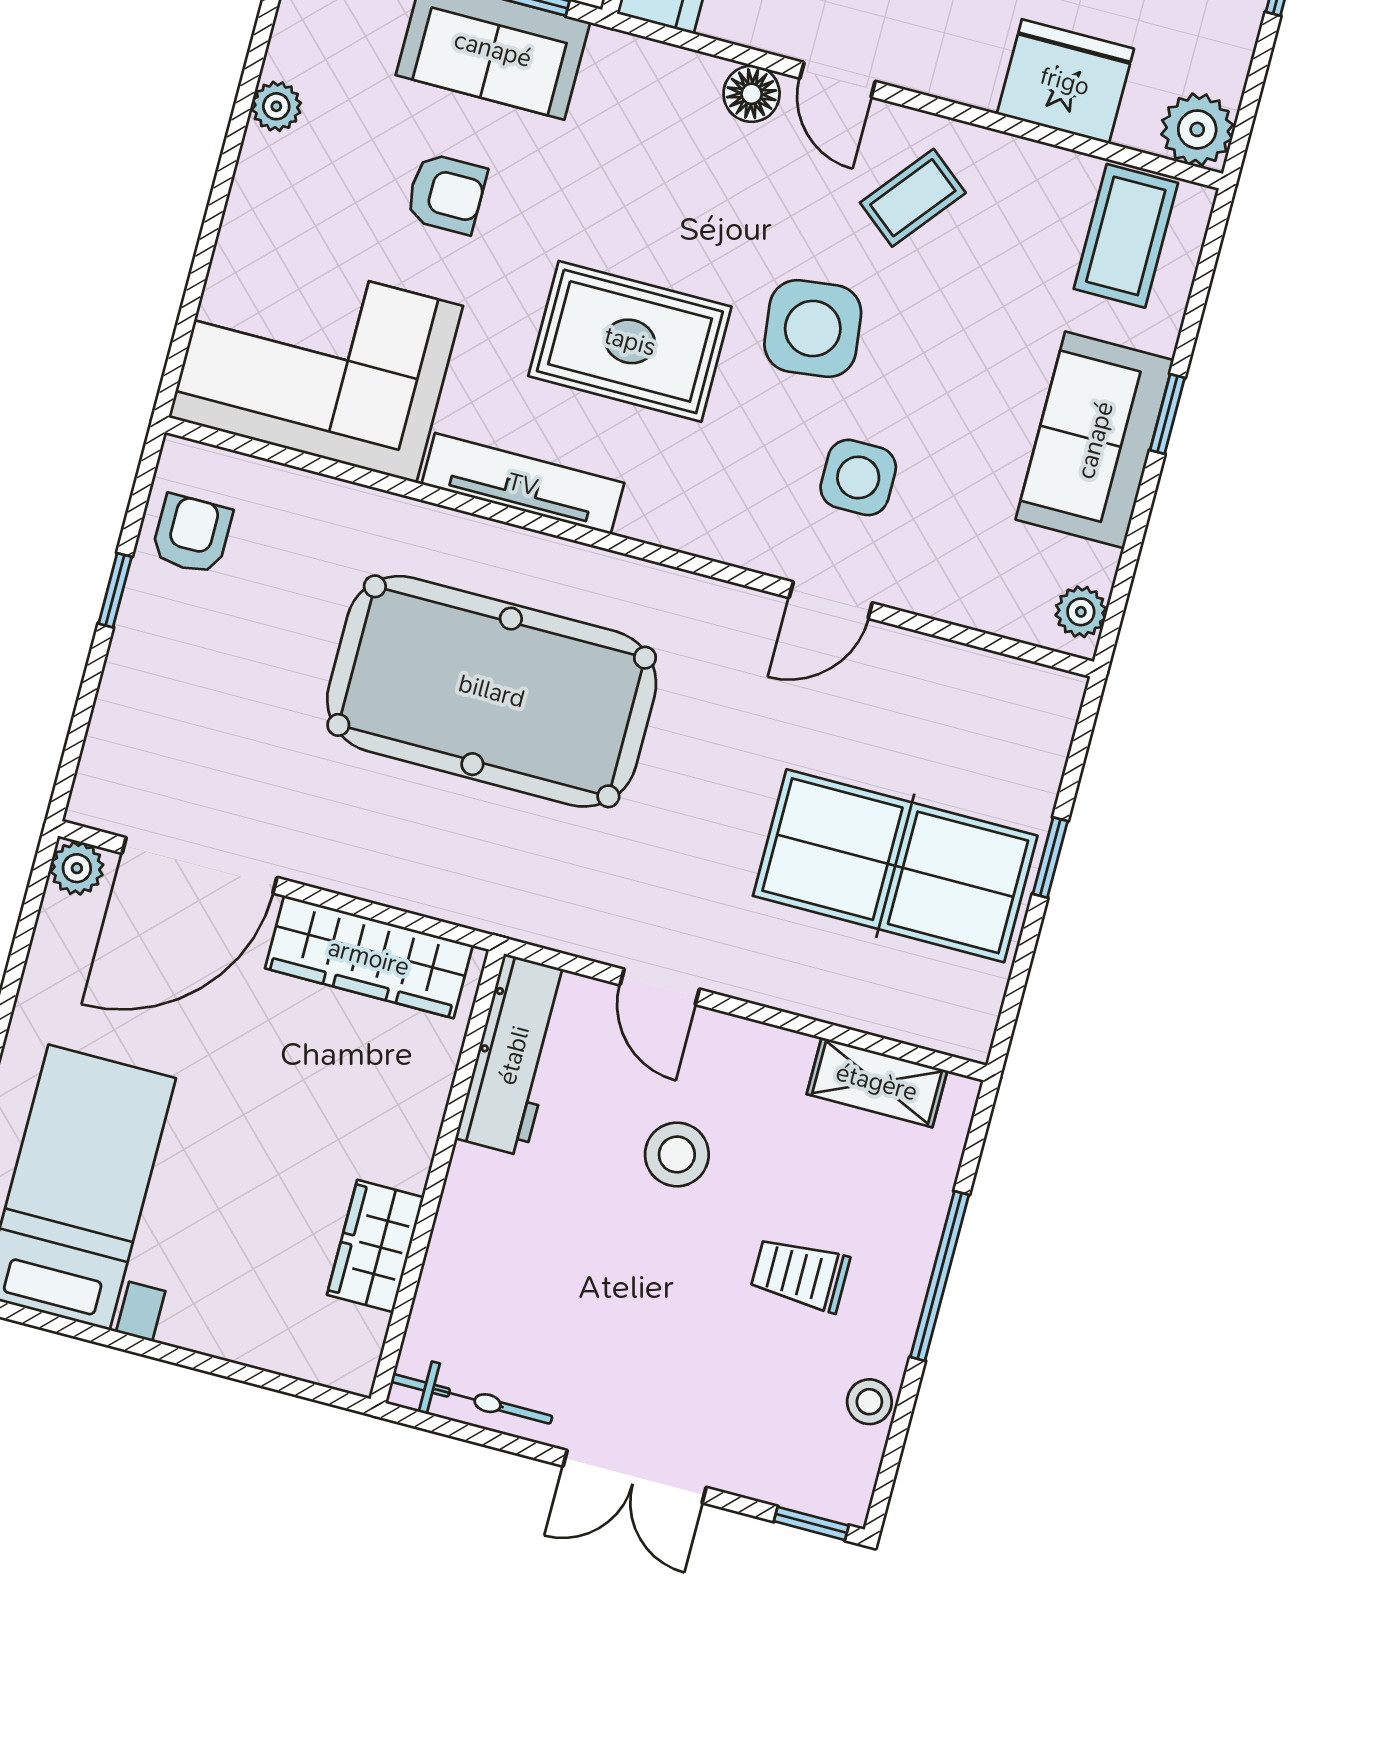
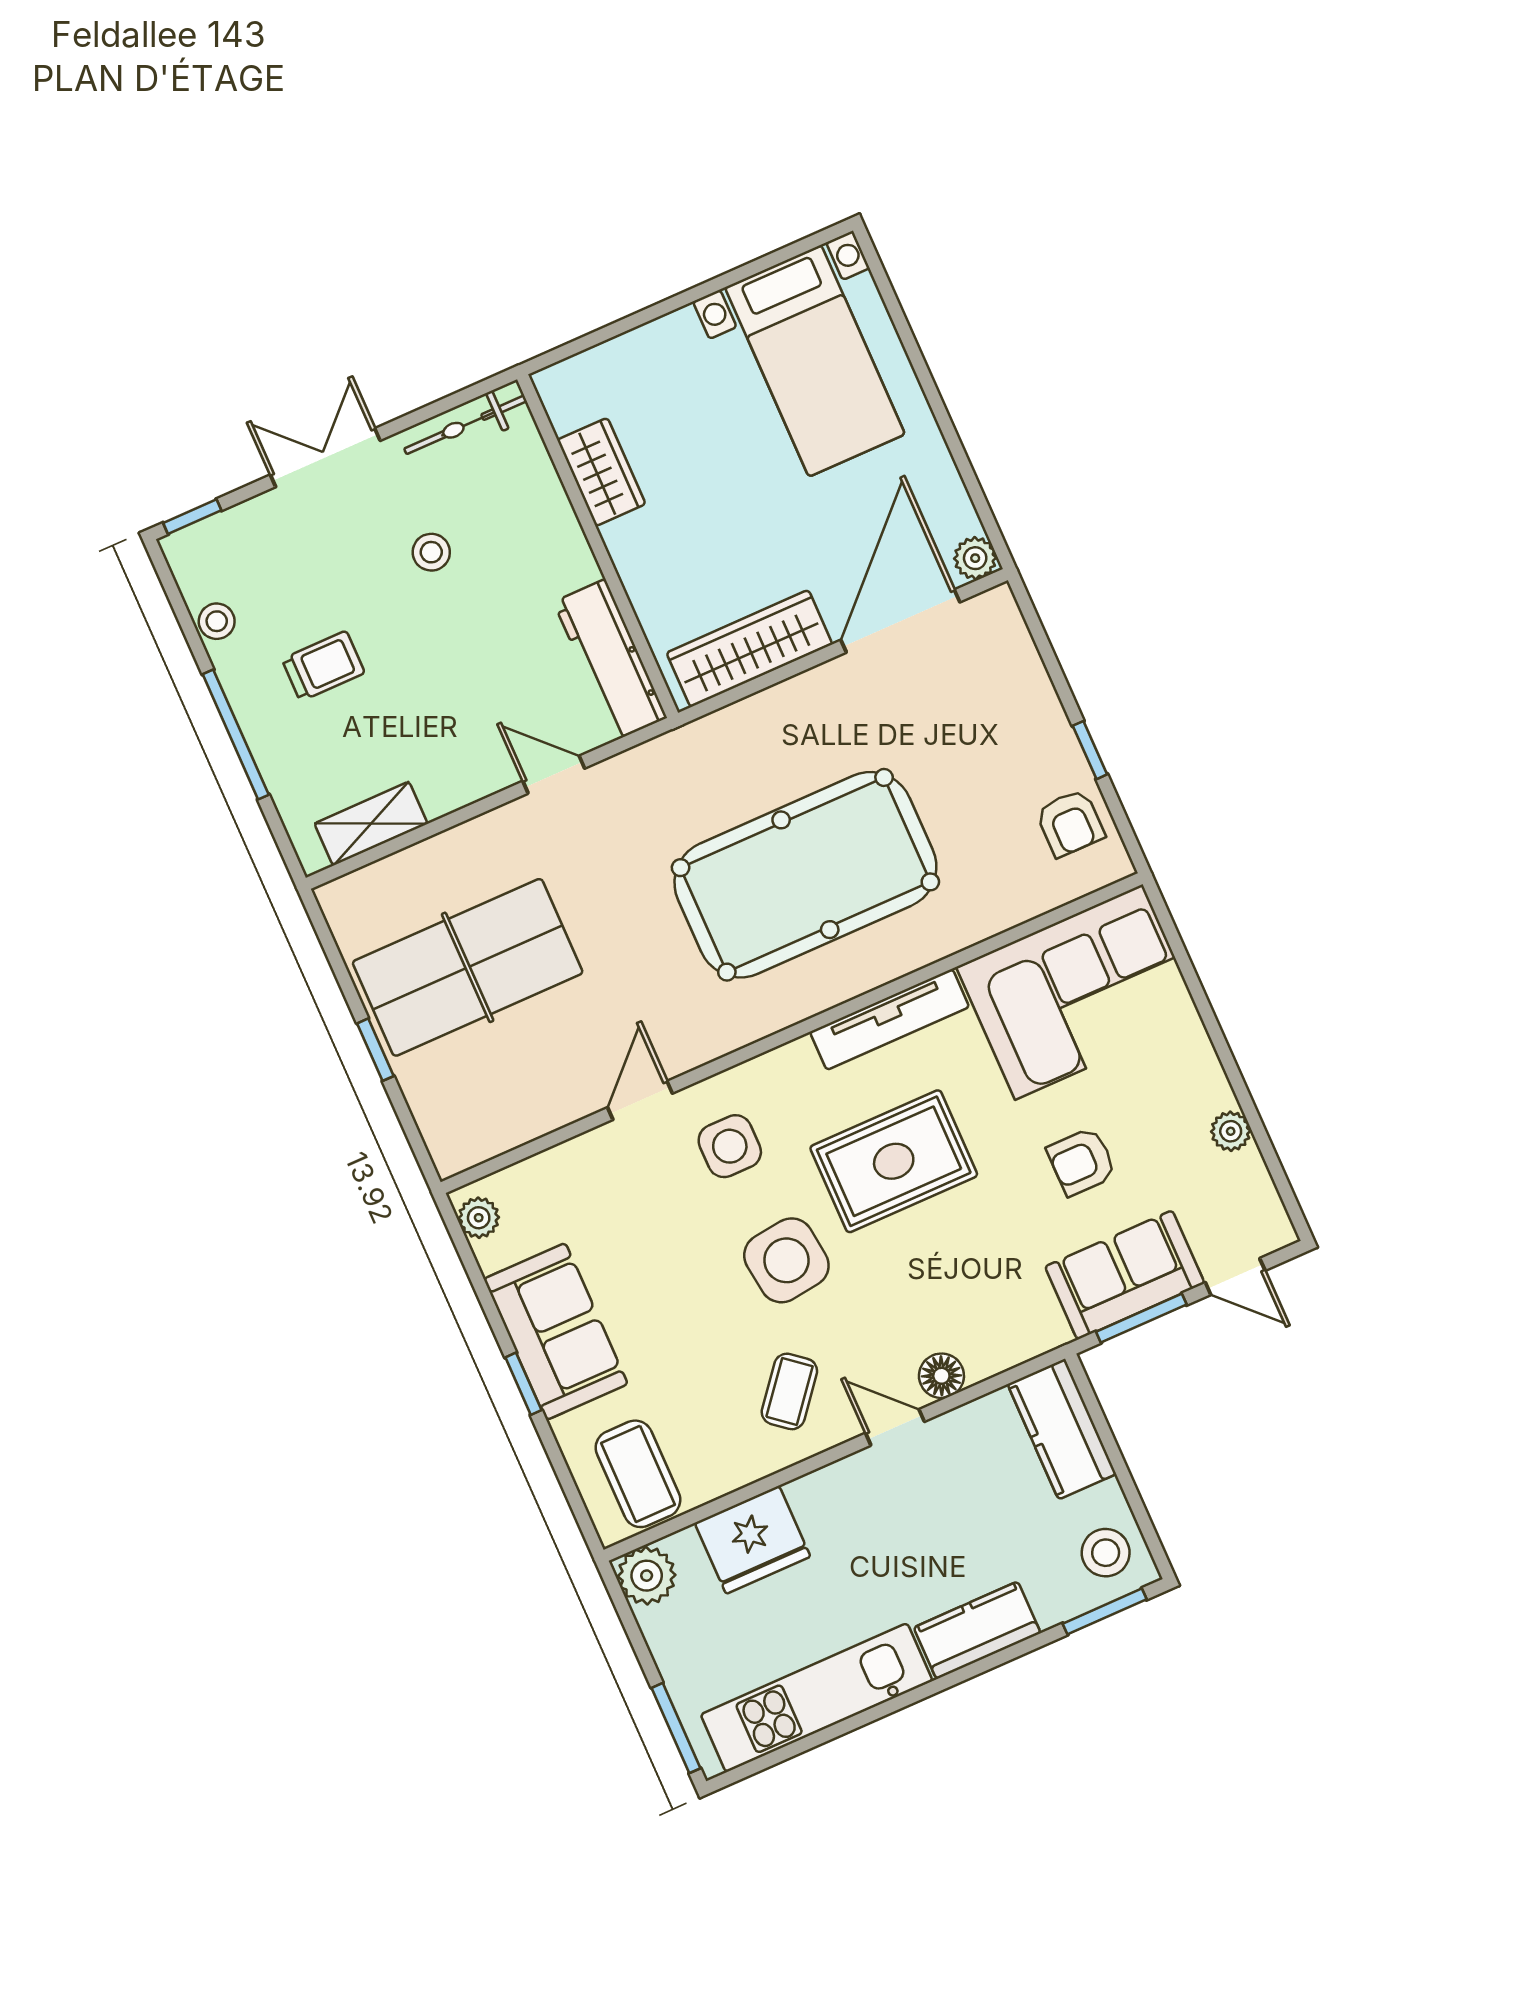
side table: (858, 477) -> (730, 1146), moved
stool: (677, 1154) -> (431, 552), moved, width x0.73, depth x0.73

